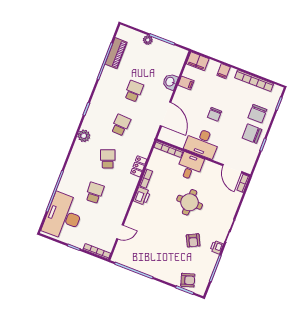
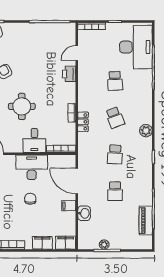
plant: (148, 40) -> (104, 245), moved
filing cabinet: (224, 71) -> (42, 243), width x2.00
filing cabinet: (186, 83) -> (69, 206), moved
printer: (142, 196) -> (69, 74), moved

